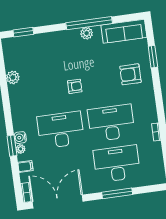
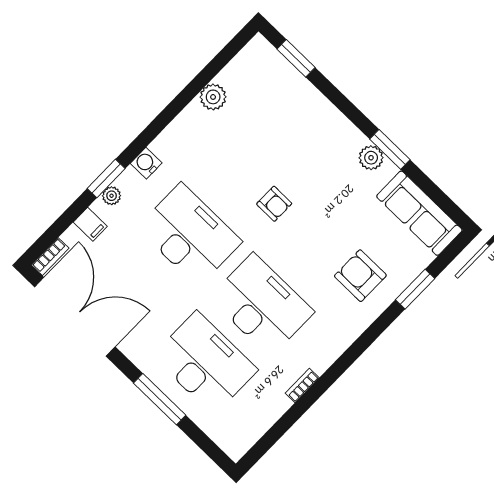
window: (89, 23) -> (390, 149), width x0.47
water cooler: (20, 138) -> (146, 163), moved

